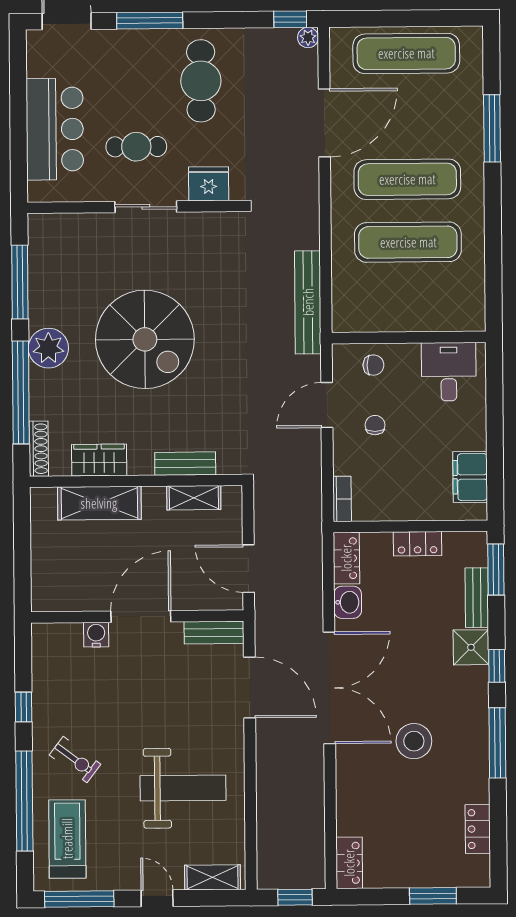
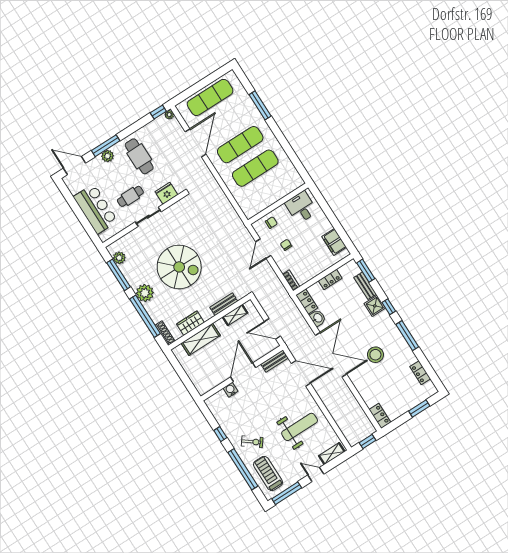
plant: (141, 42) -> (108, 156), added
plant: (42, 250) -> (119, 258), added
bench: (308, 302) -> (232, 214), removed

